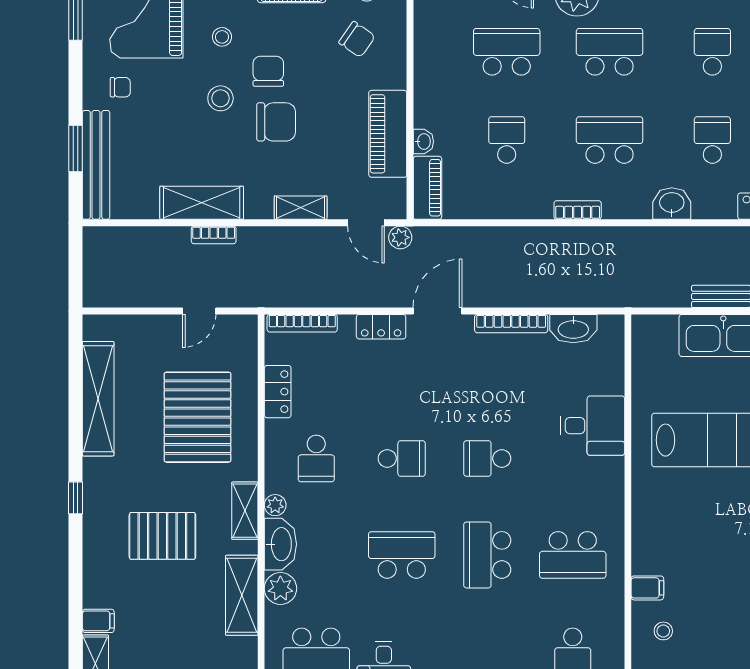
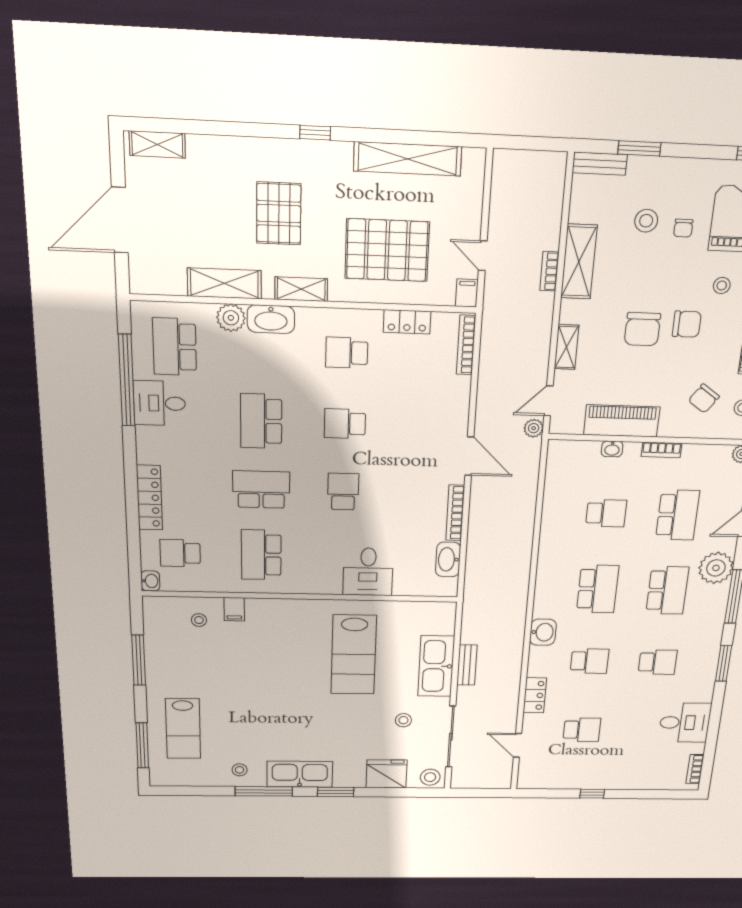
chair: (120, 87) -> (683, 228), moved
stool: (220, 98) -> (646, 221), moved
bench: (96, 165) -> (600, 164), width x0.54, depth x0.82
piano: (427, 188) -> (573, 451), removed
bookcase: (578, 210) -> (662, 450), moved, turned 90
locker: (381, 327) -> (459, 410), removed
school desk: (402, 458) -> (345, 424), turned 90
plant: (275, 505) -> (306, 316), removed
school desk: (402, 555) -> (261, 421), turned 180
filing cabinet: (98, 621) -> (467, 293), moved, turned 180

